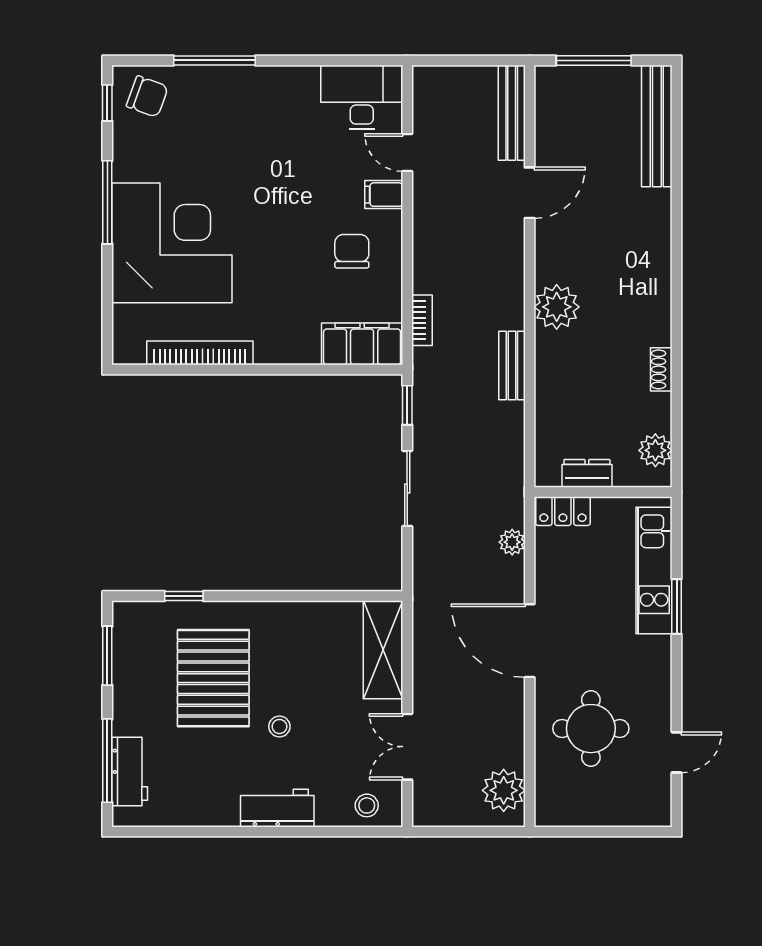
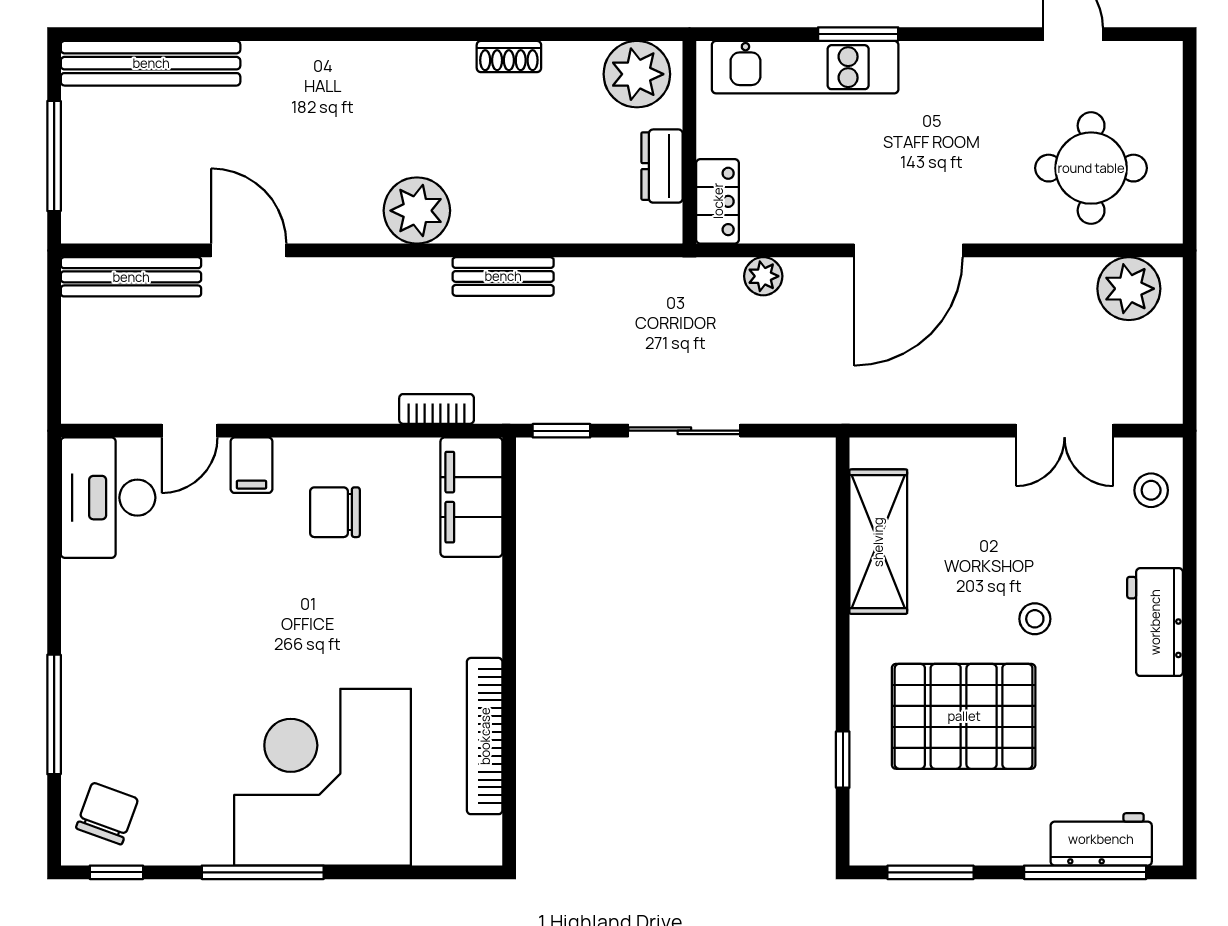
plant: (655, 450) -> (637, 74), width x1.36, depth x1.36
shelving: (383, 650) -> (878, 542), moved, turned 90
round table: (591, 729) -> (1091, 168), moved

